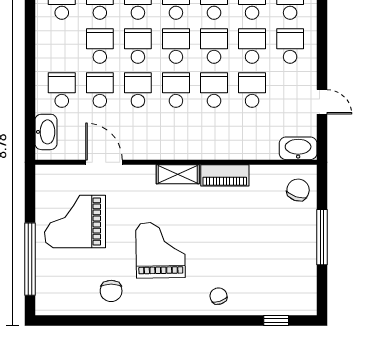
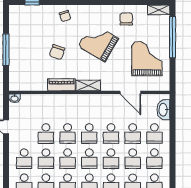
school desk: (62, 46) -> (154, 159), added
washbasin: (298, 148) -> (14, 98), width x0.52, depth x0.69
chair: (298, 190) -> (57, 52), moved
grand piano: (75, 221) -> (147, 59), turned -90
grand piano: (160, 250) -> (98, 42), turned 121
shelving: (54, 307) -> (159, 10), added

